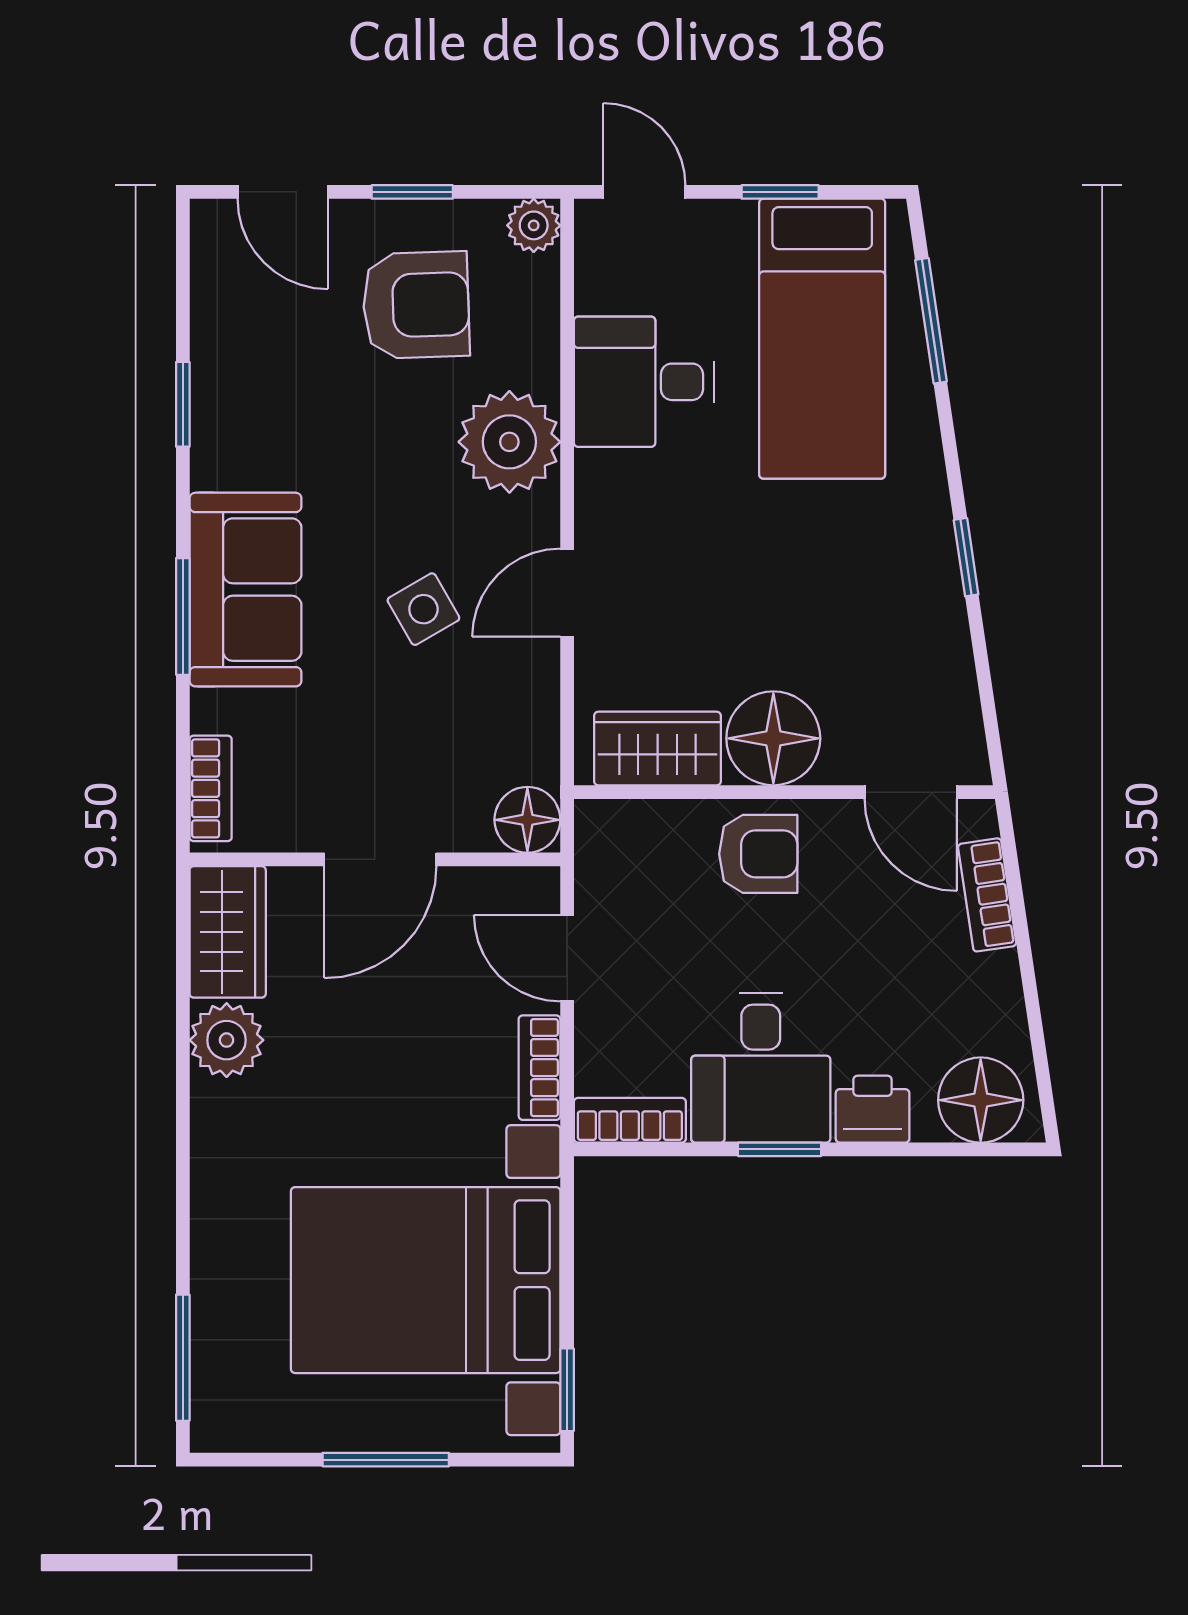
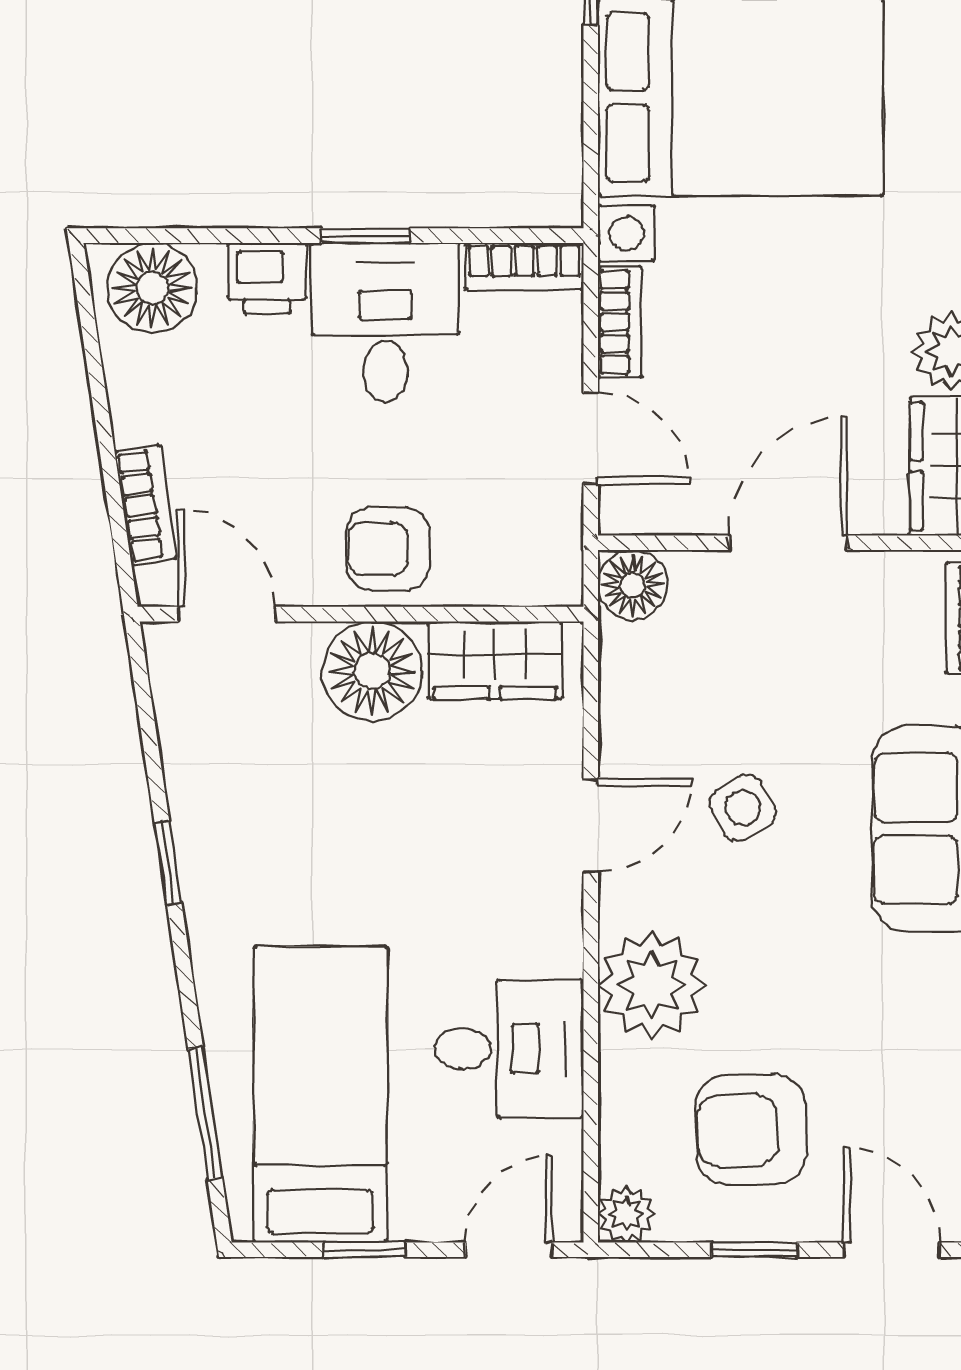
door: (644, 192) -> (509, 1250), swing flipped

